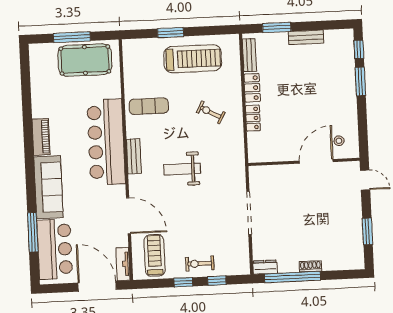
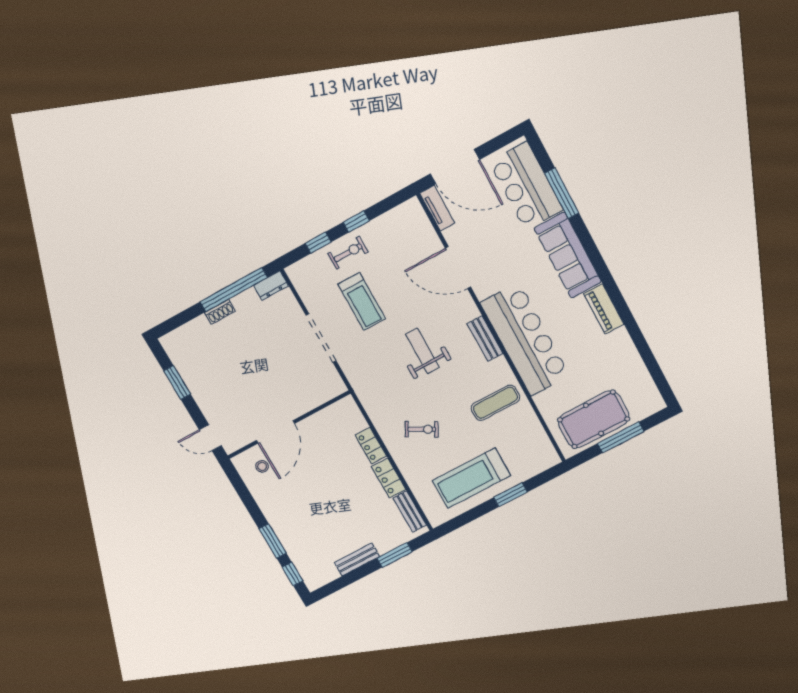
weight bench: (182, 169) -> (422, 351), turned -90
treadmill: (154, 255) -> (362, 302), moved

